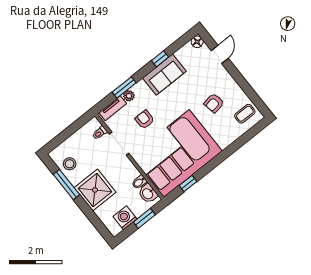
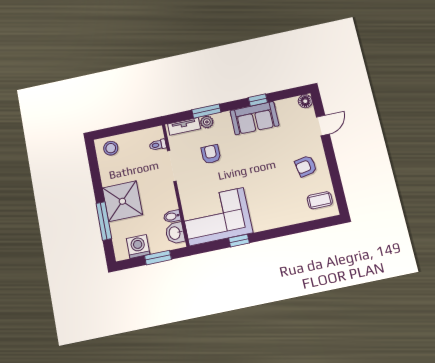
armchair: (214, 103) -> (306, 166), moved
corner sofa: (176, 154) -> (216, 217), width x0.73, depth x0.74
stool: (70, 164) -> (111, 148), moved
window: (188, 184) -> (239, 241), moved
window: (66, 185) -> (104, 221), moved

